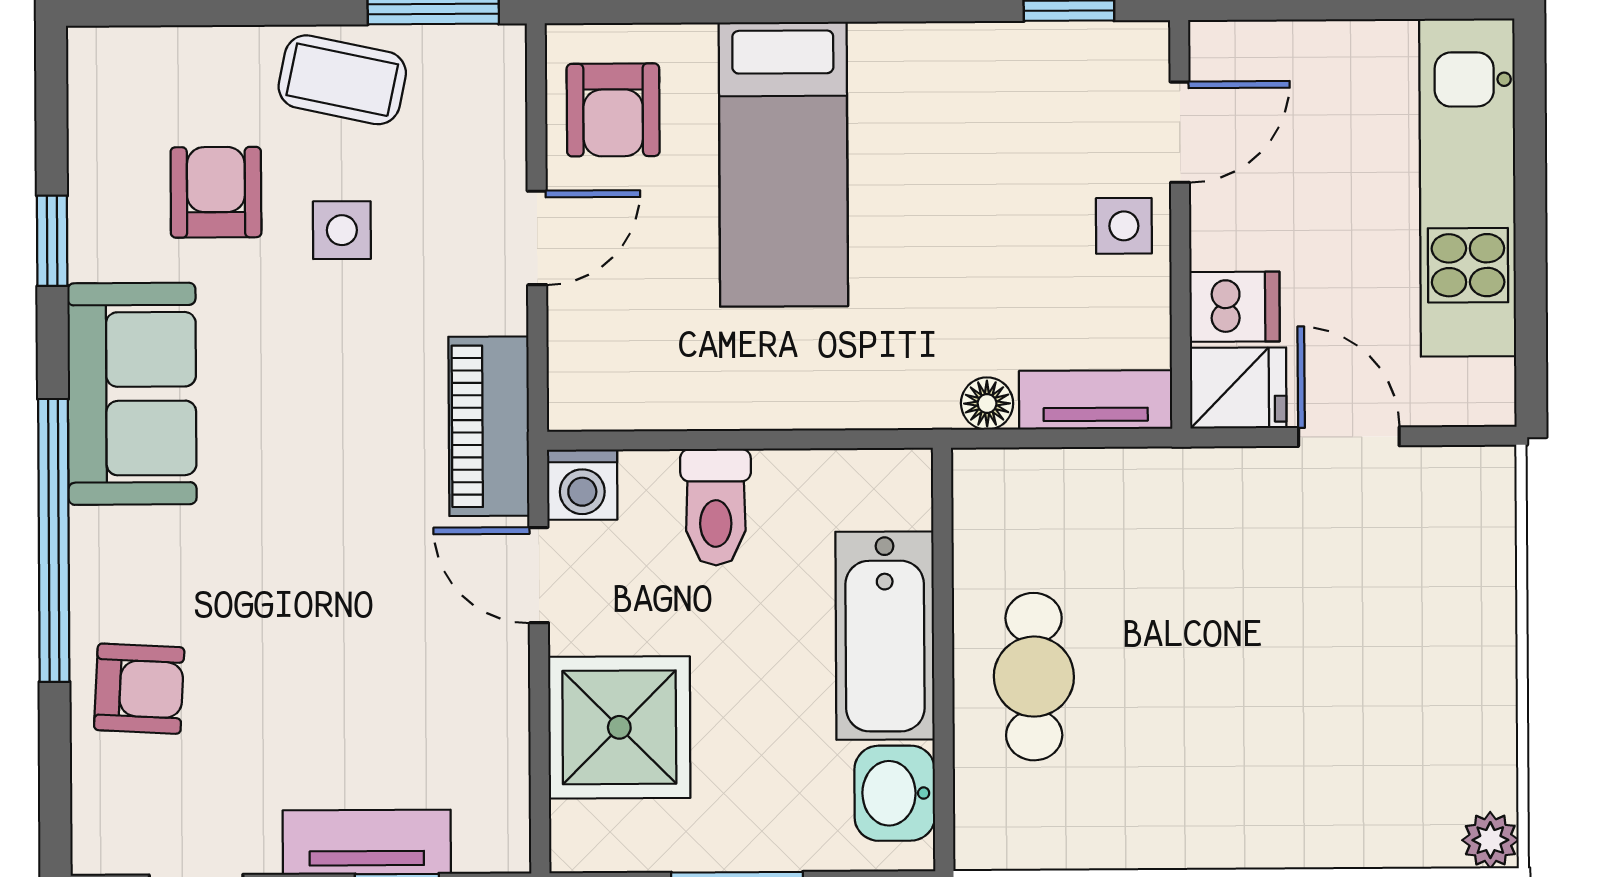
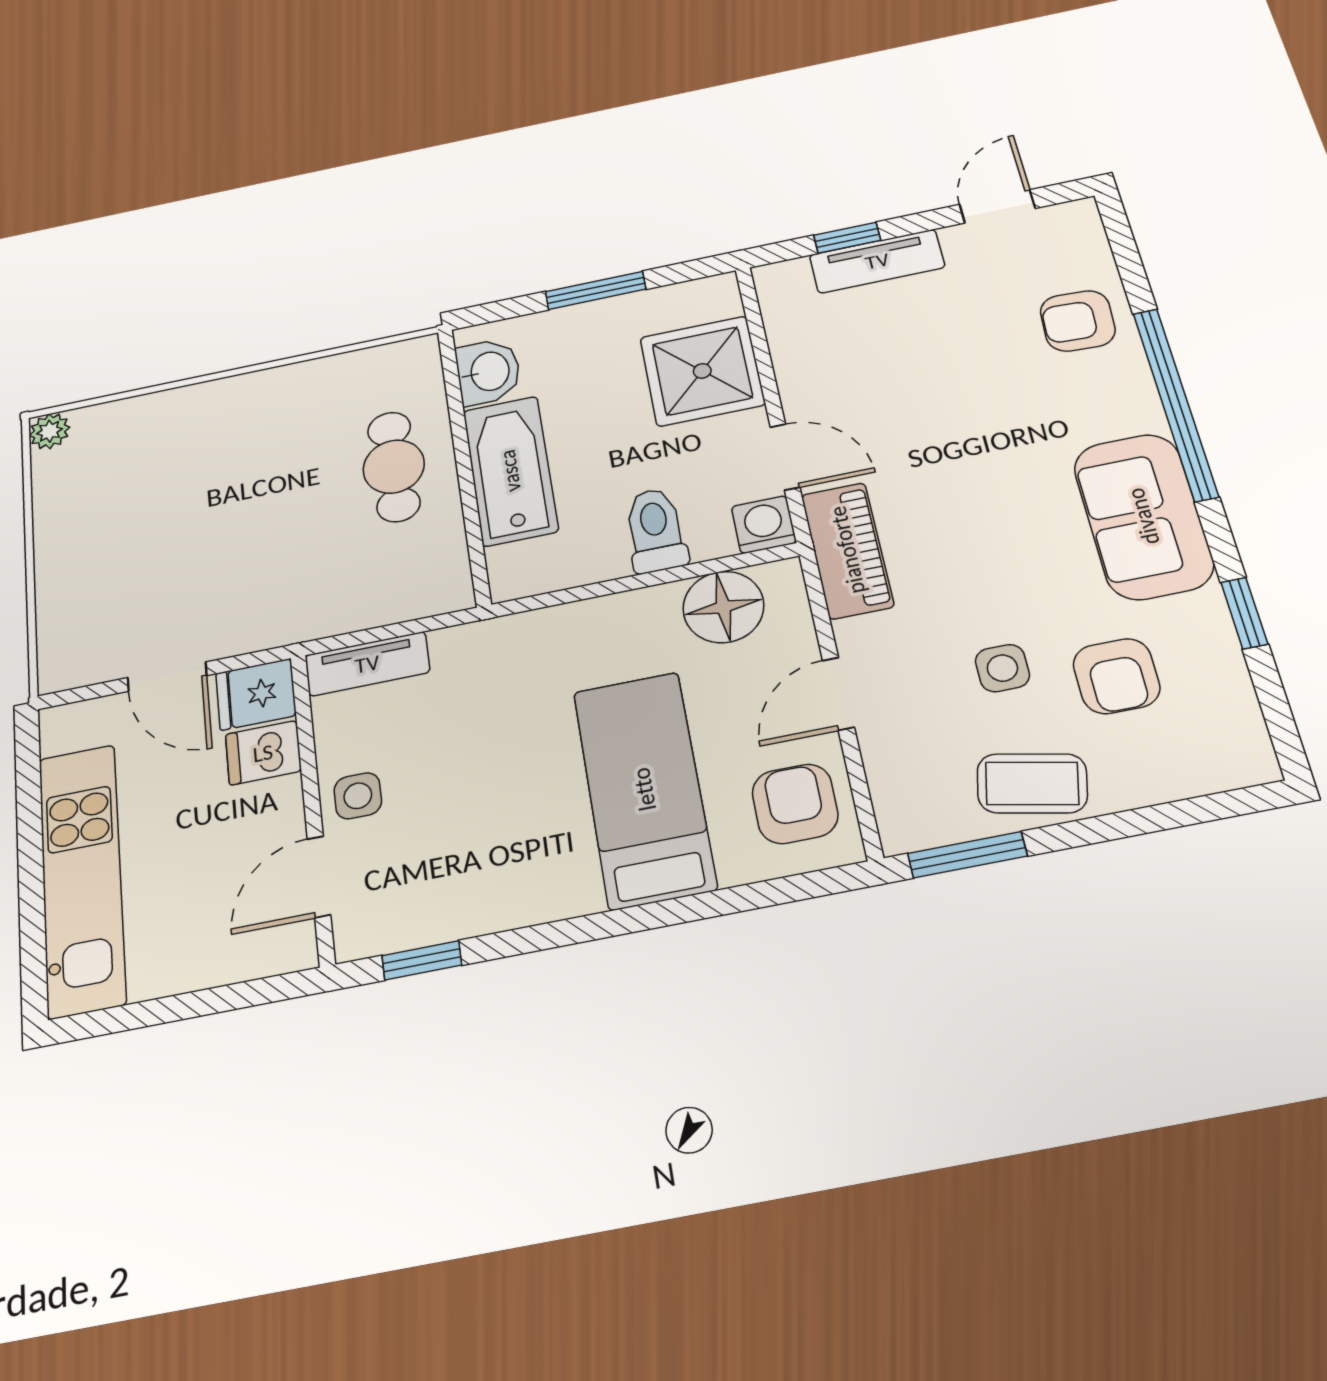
floor lamp: (987, 403) -> (723, 607), moved, width x1.89, depth x1.89

